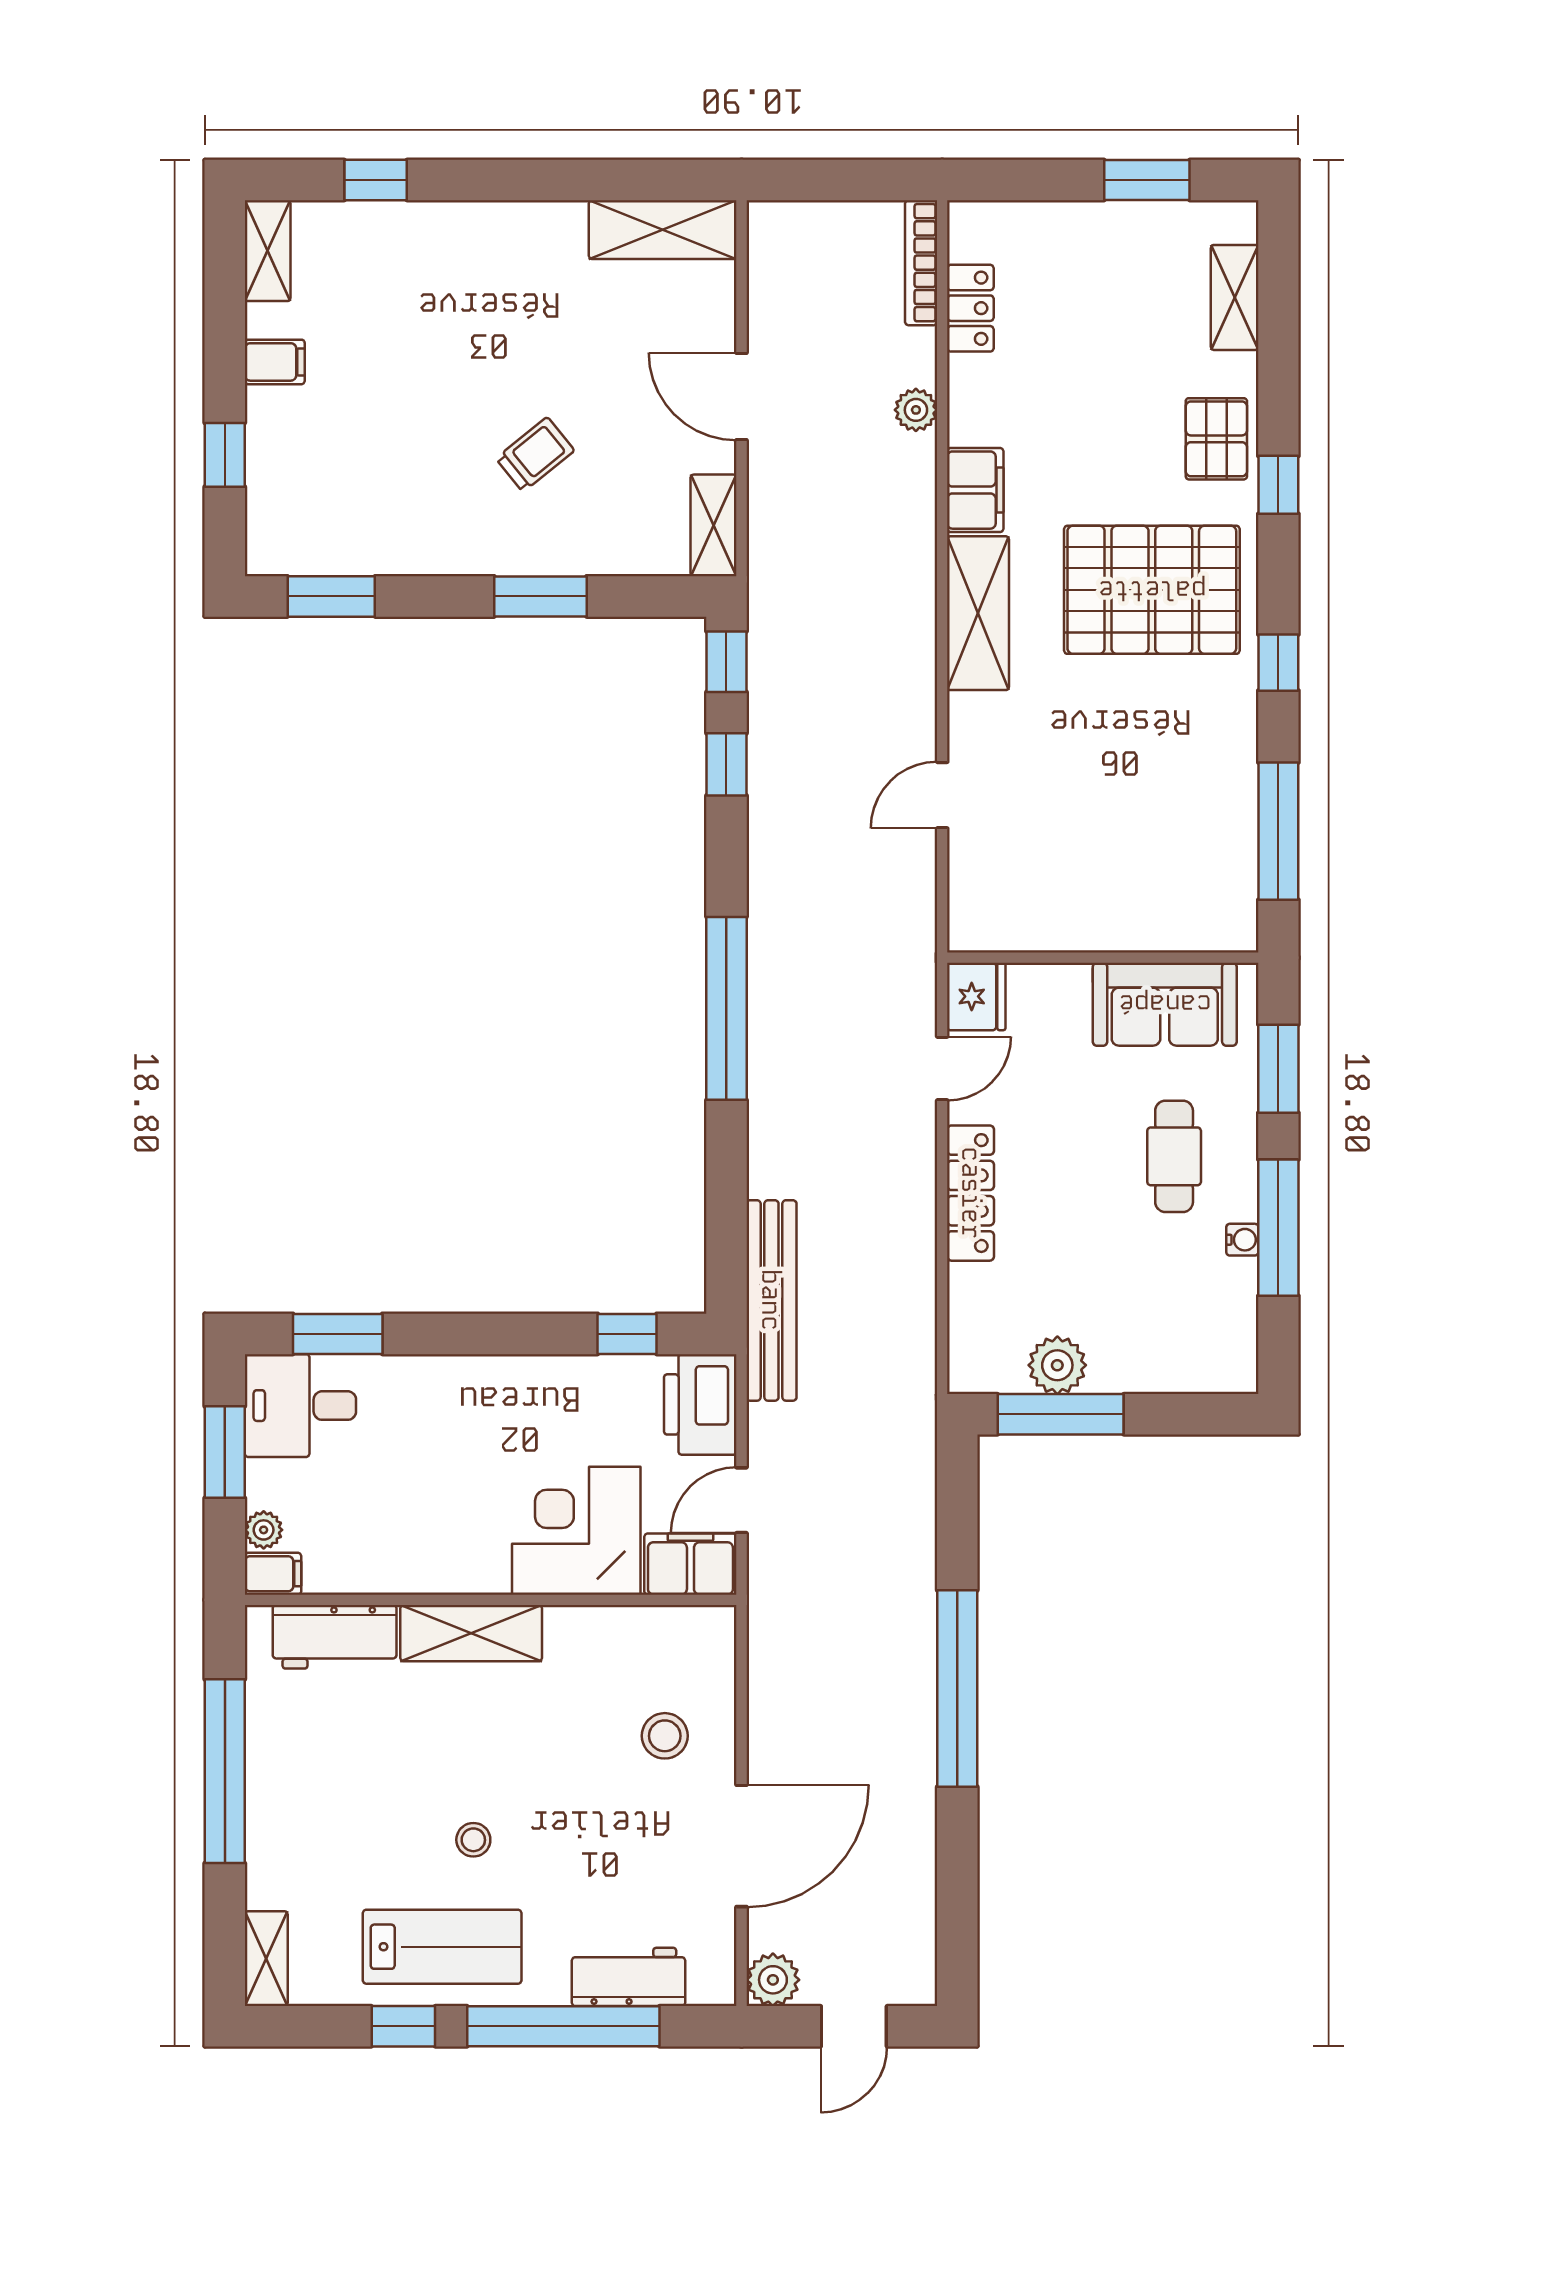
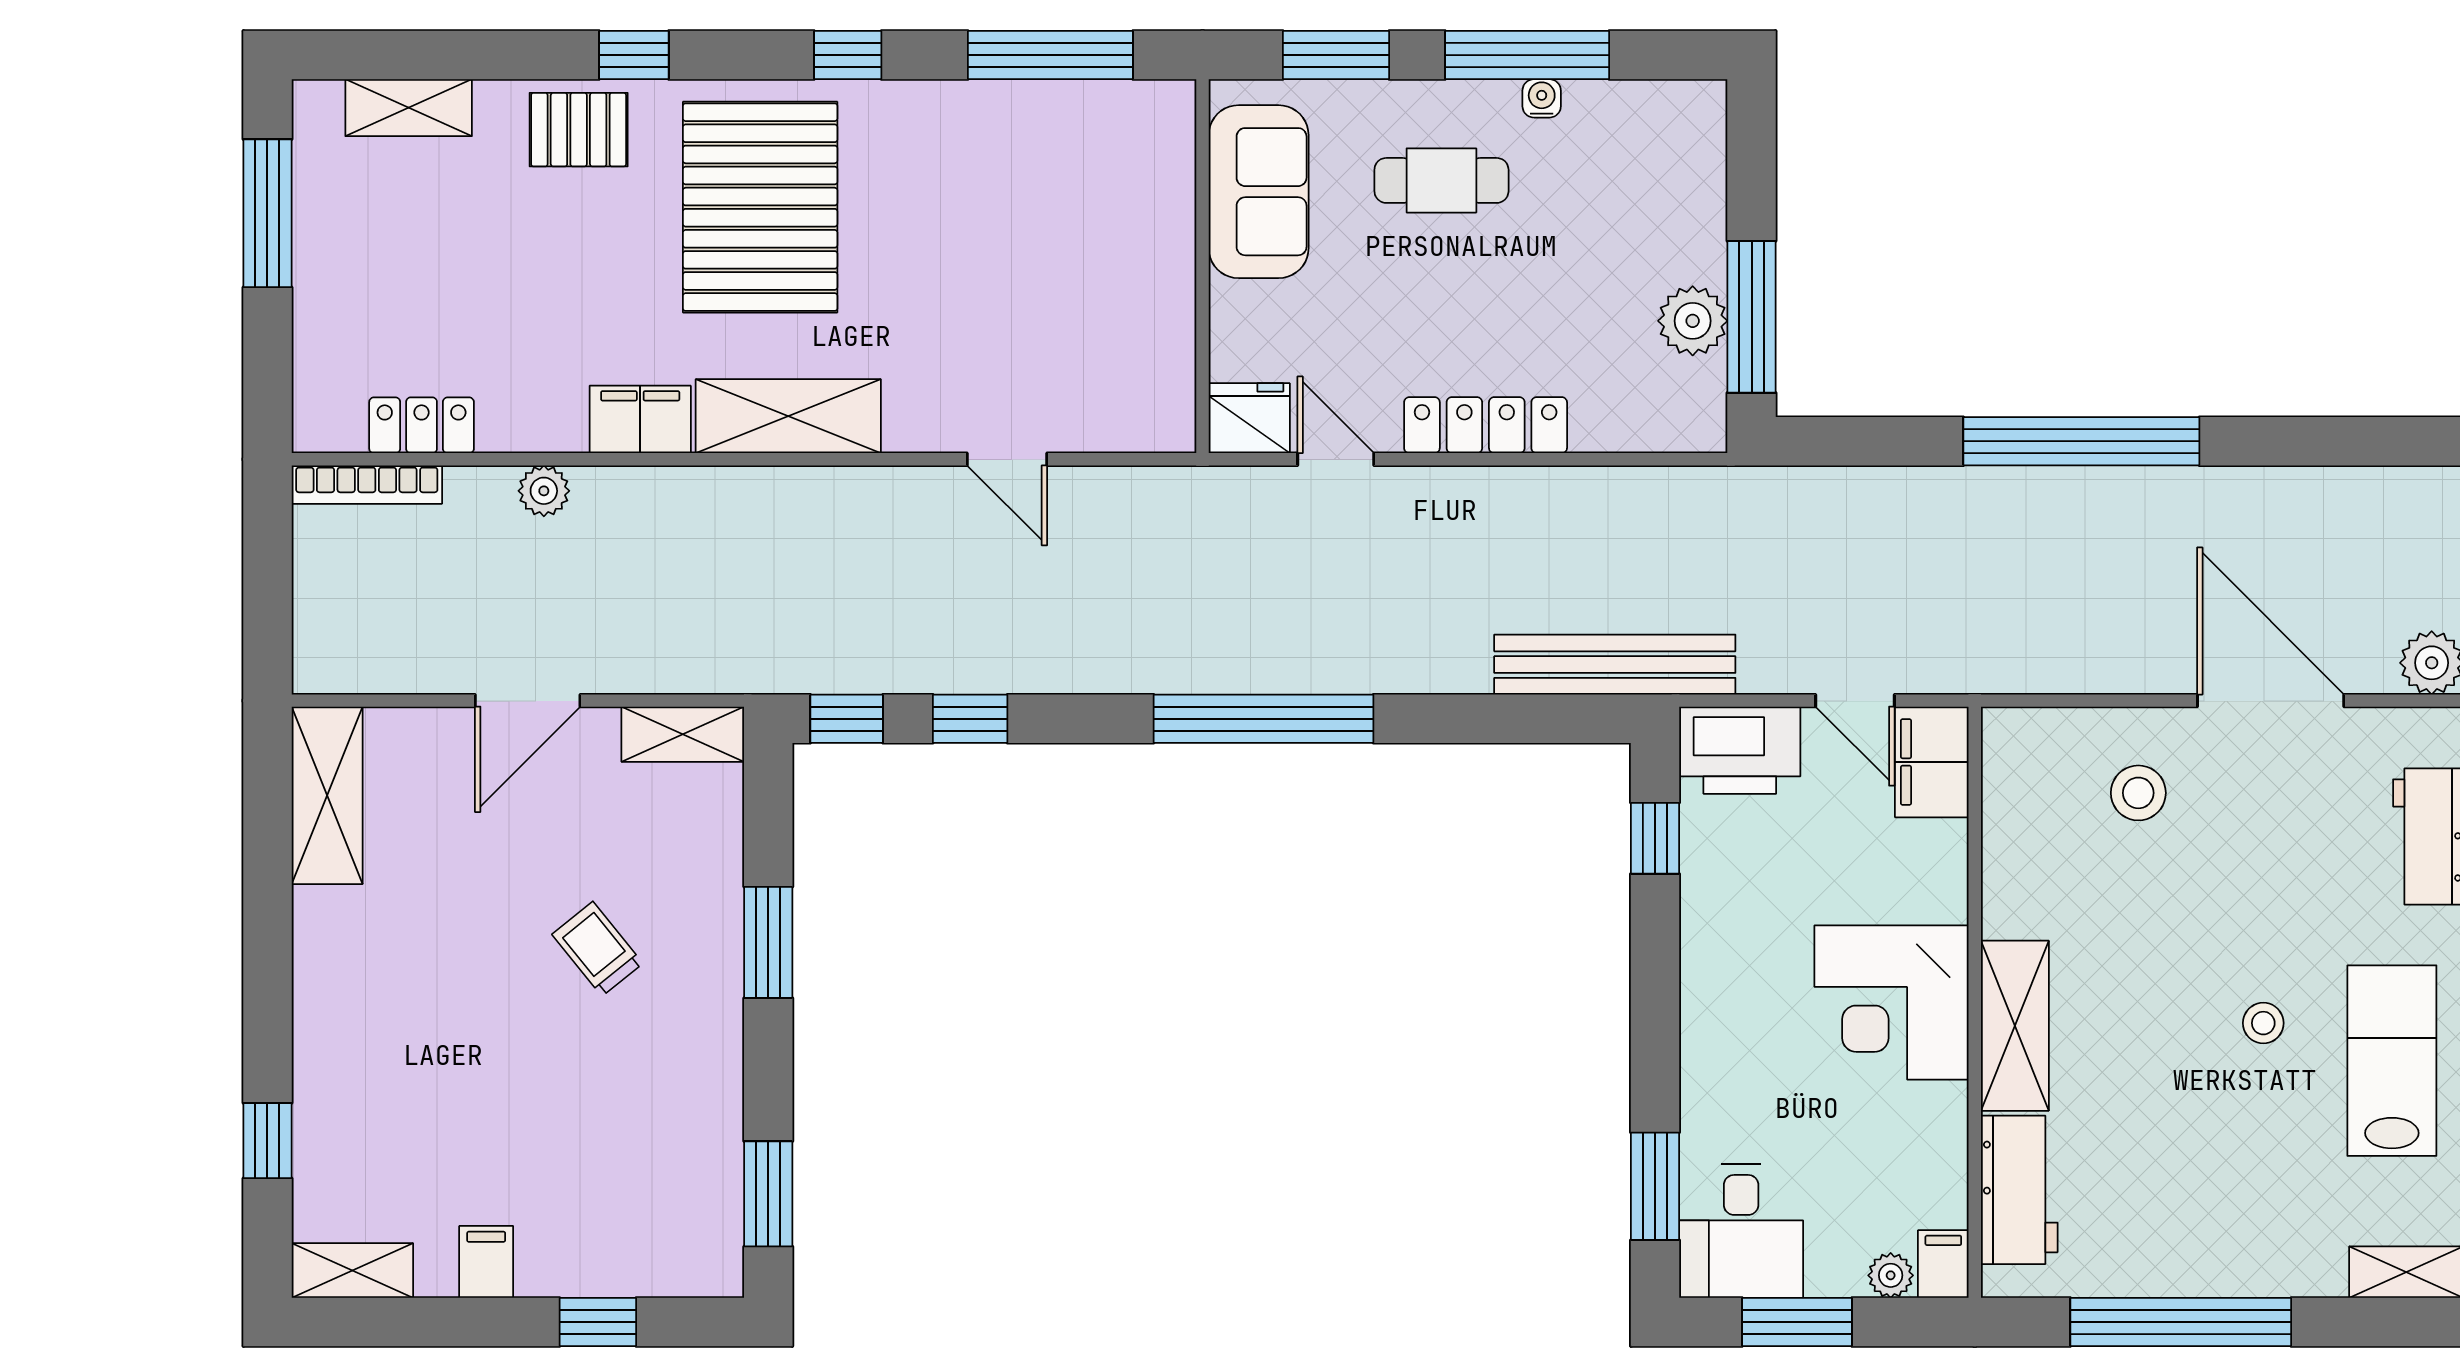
window: (1147, 180) -> (267, 213), width x1.44
corner desk: (576, 1531) -> (1892, 1002), moved

